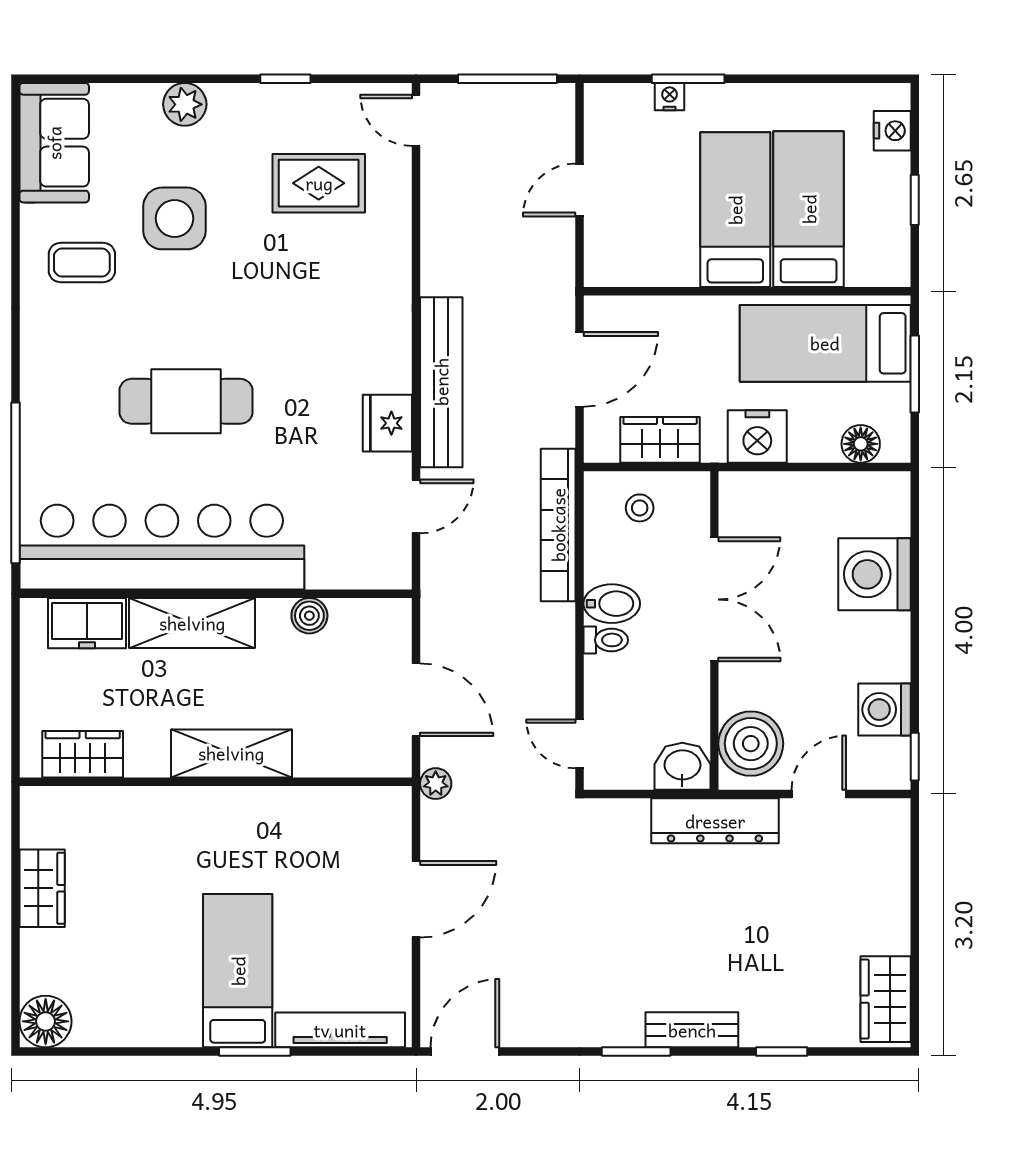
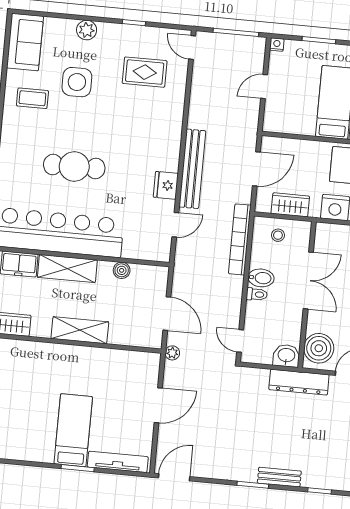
nightstand: (670, 97) -> (277, 45), moved

